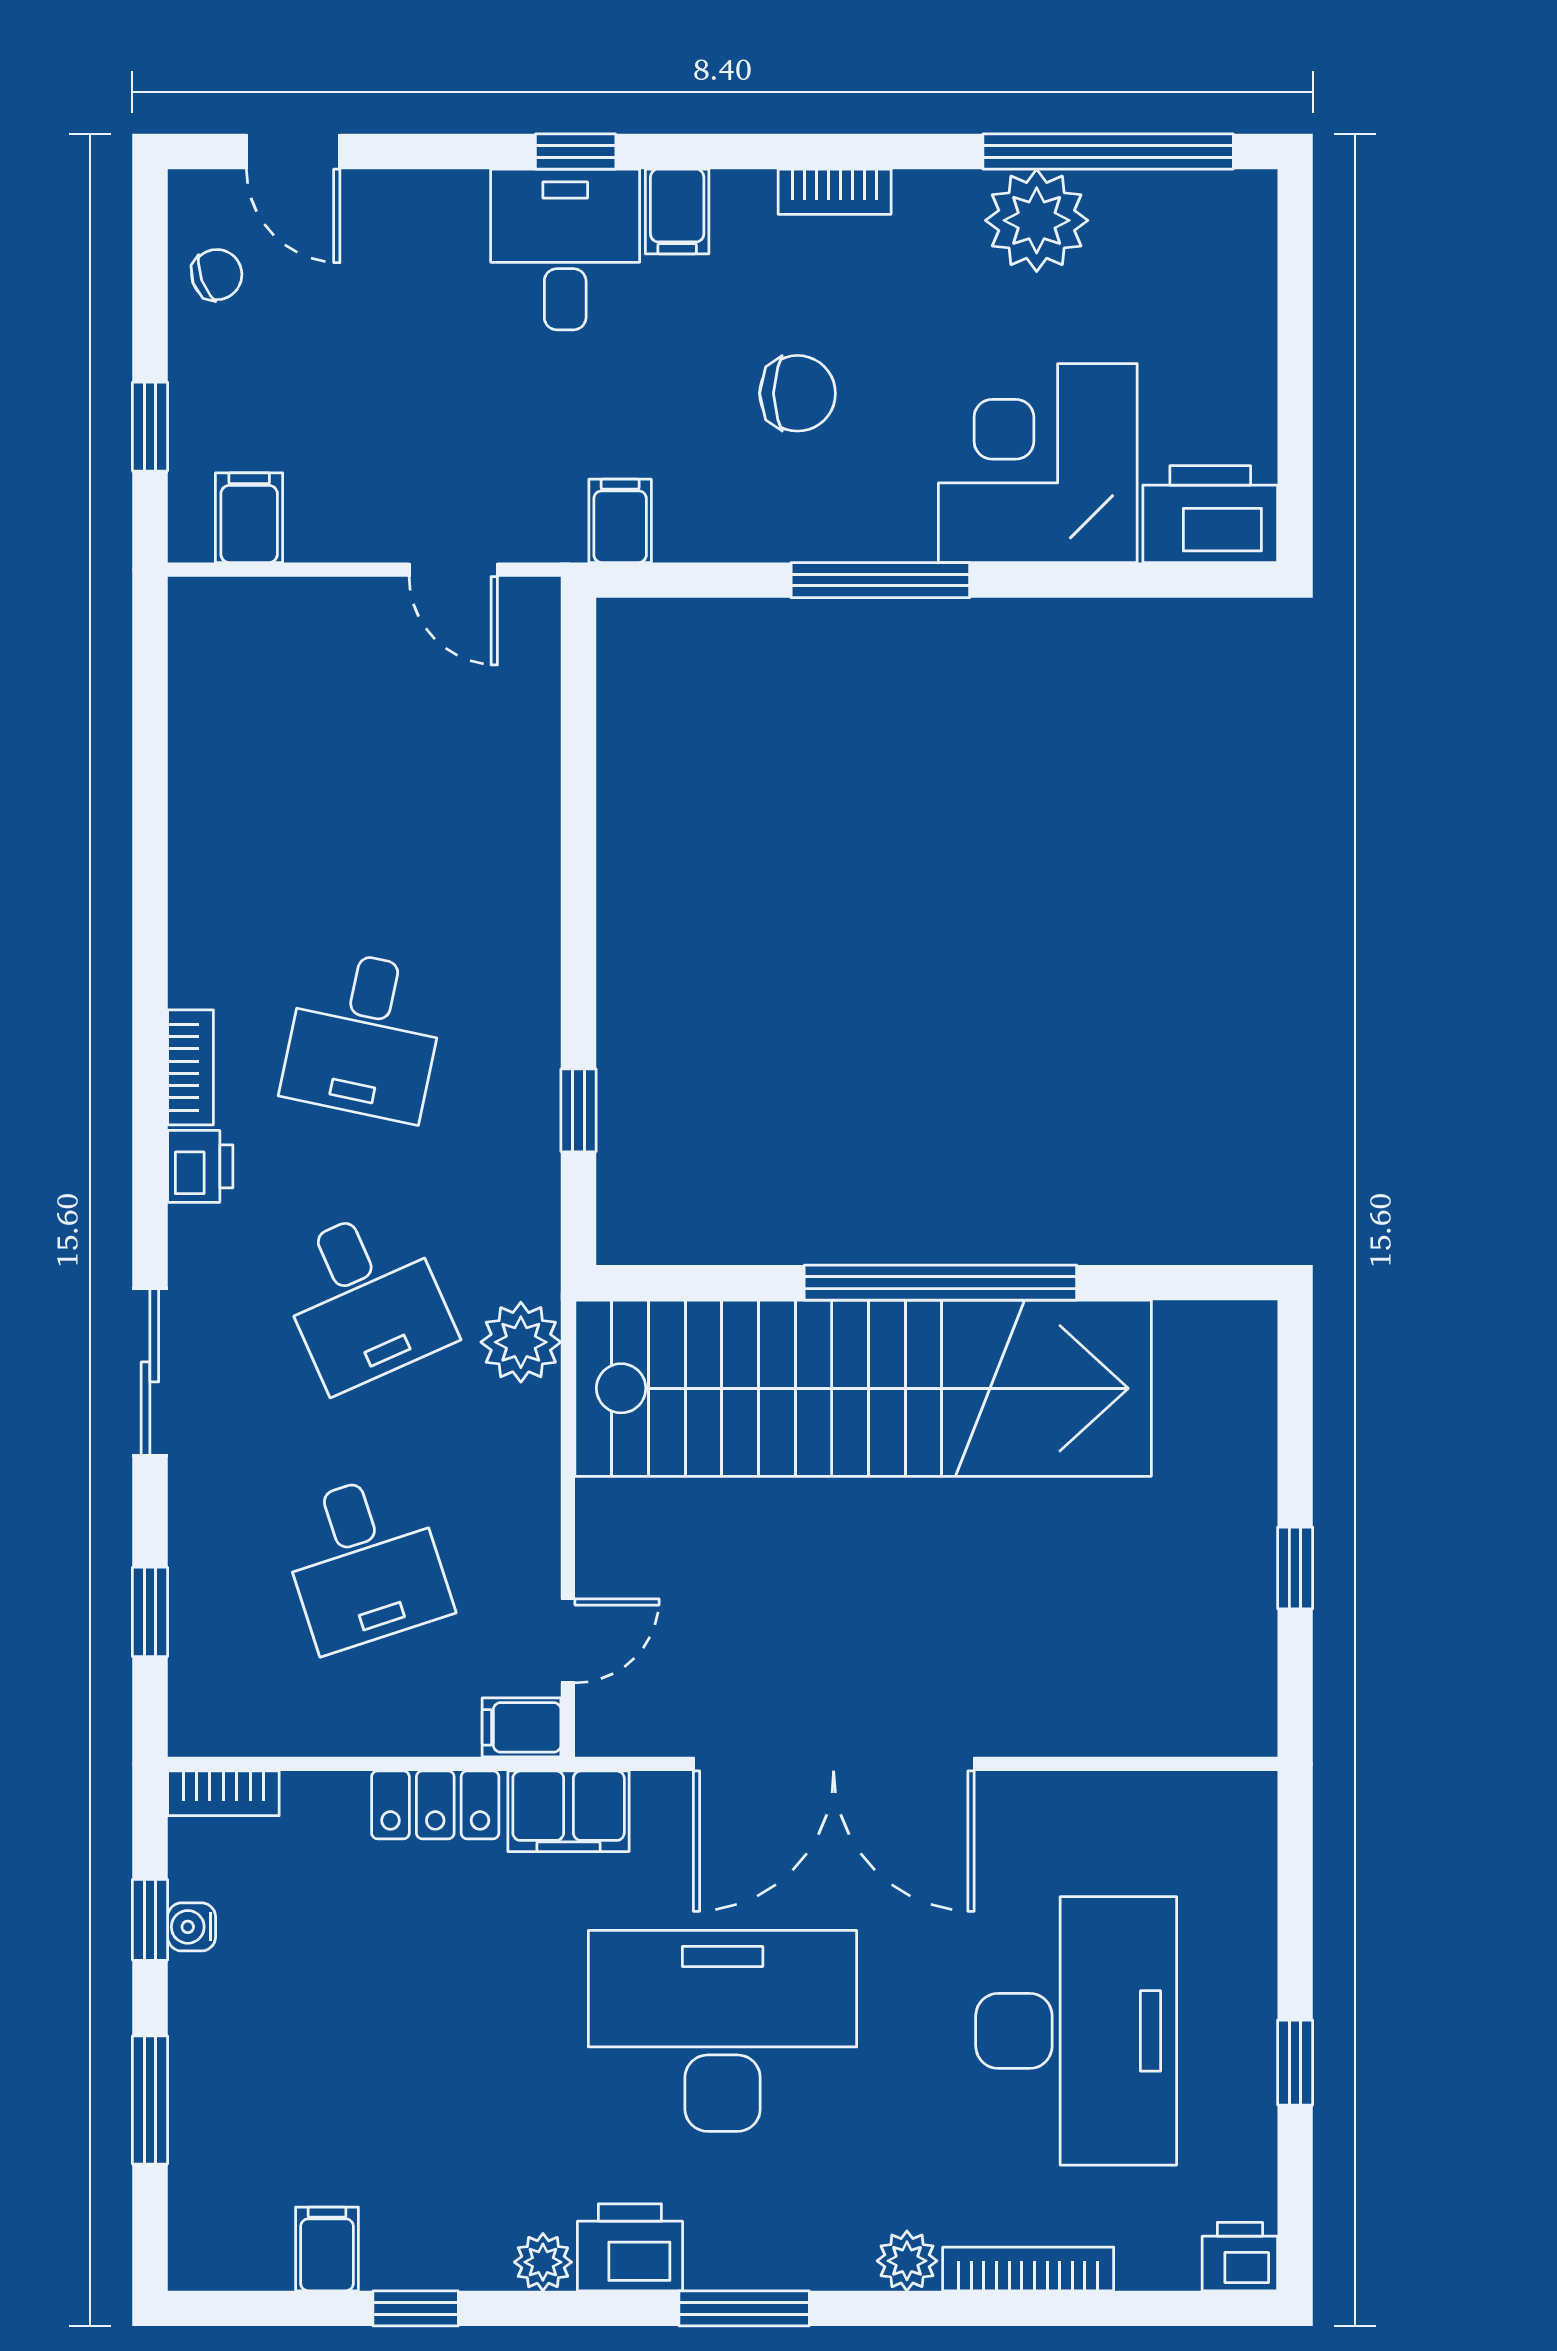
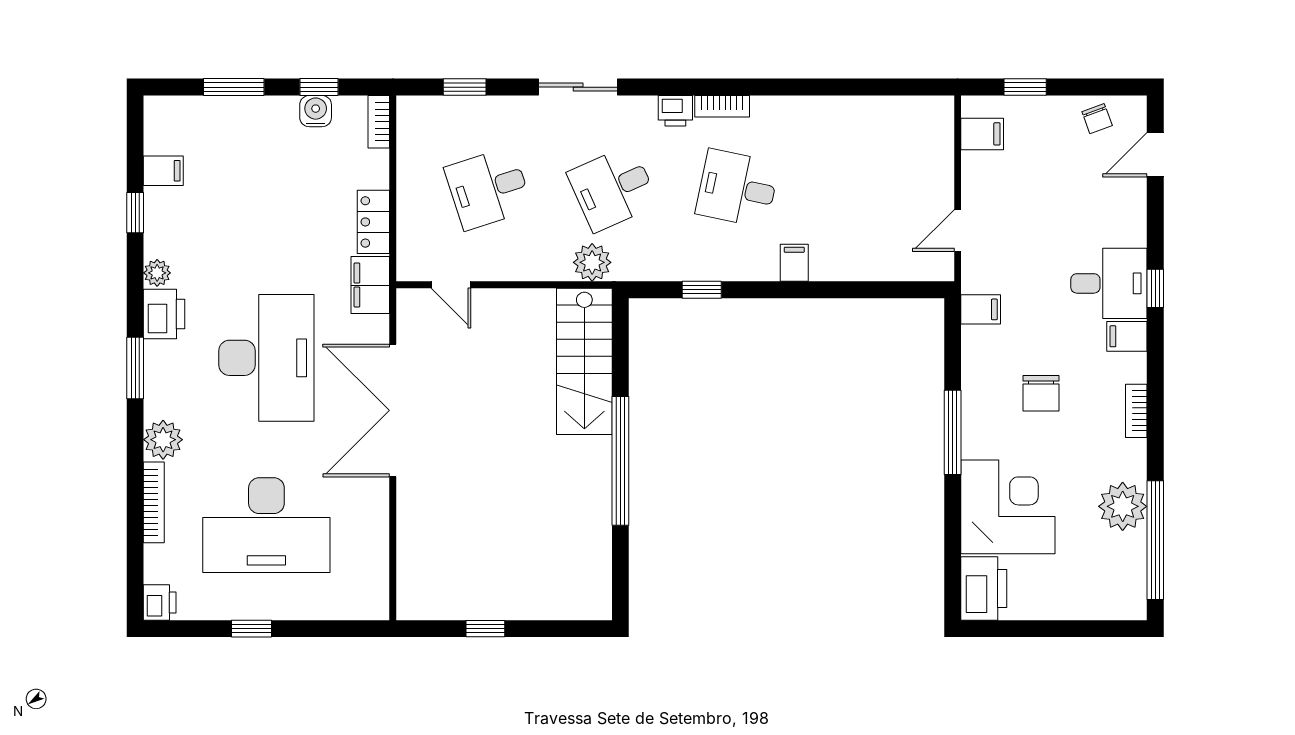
stairs: (863, 1388) -> (584, 361), width x0.54, depth x0.66
filing cabinet: (522, 1727) -> (794, 263), moved
water cooler: (192, 1927) -> (316, 111), width x1.38, depth x1.38
plant: (907, 2261) -> (163, 440), width x1.38, depth x1.38

